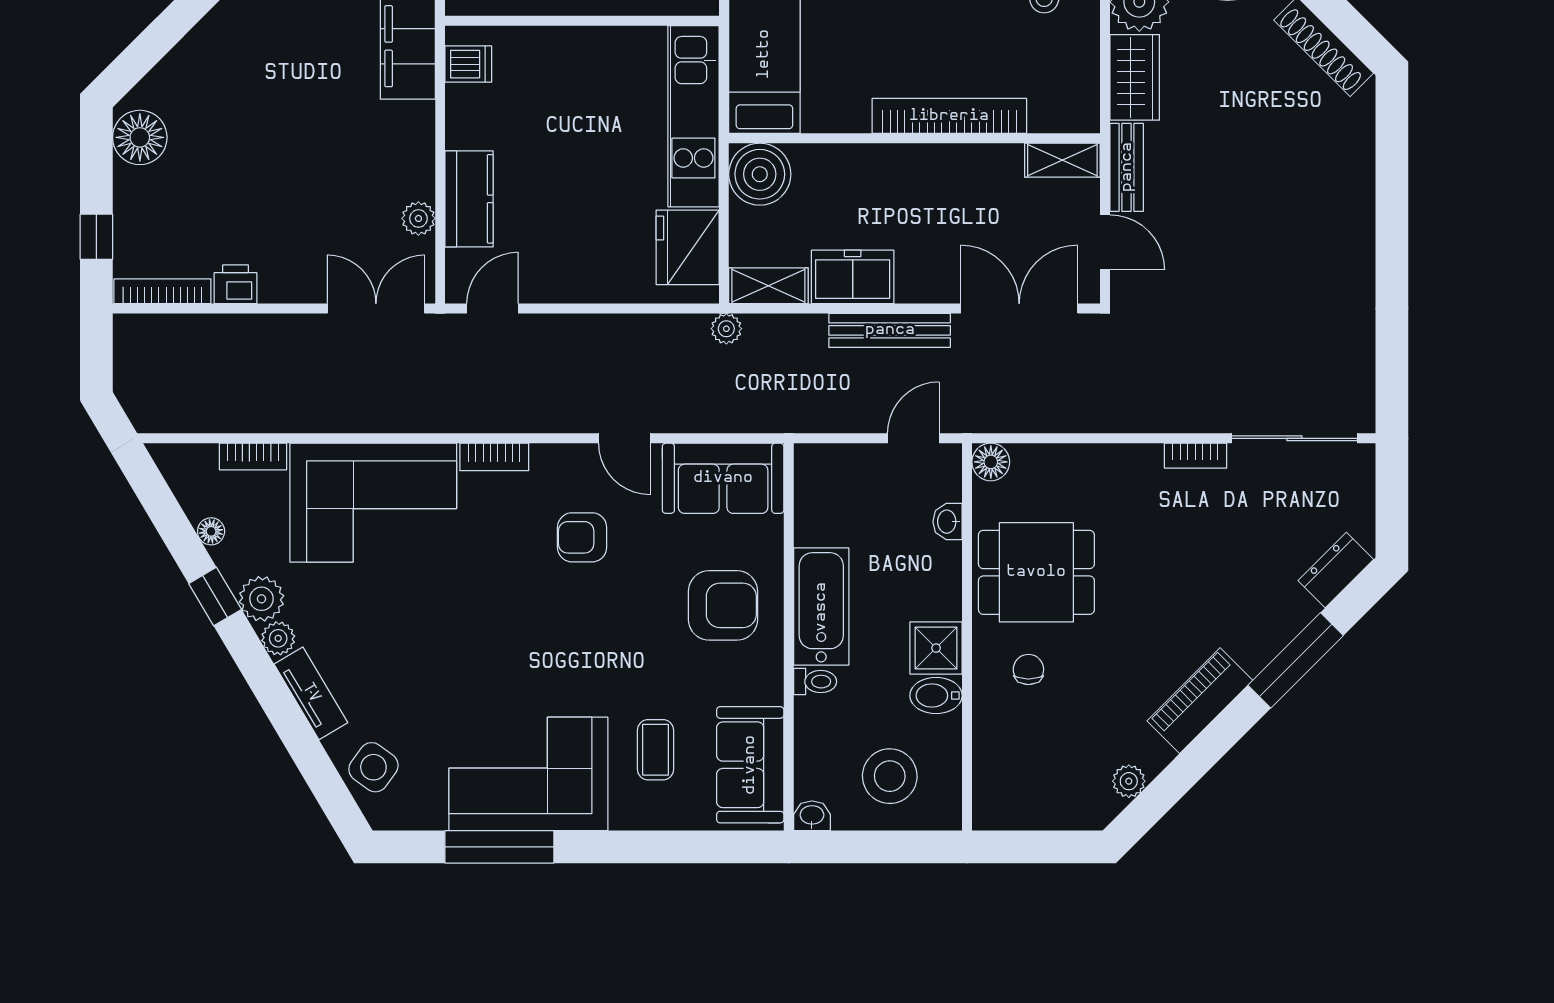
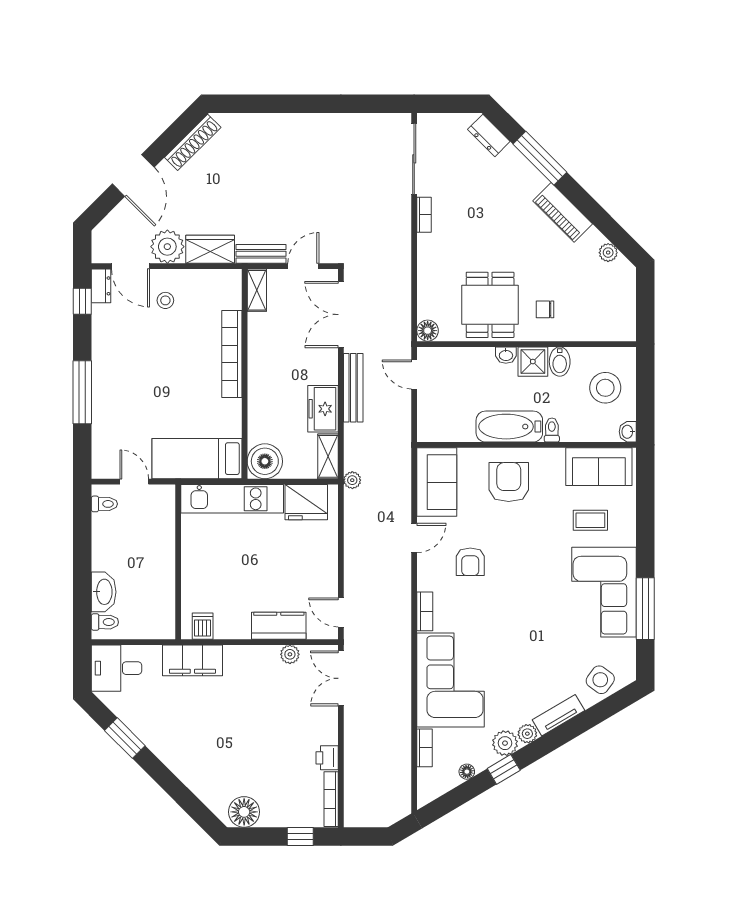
washbasin: (948, 522) -> (506, 355), moved

